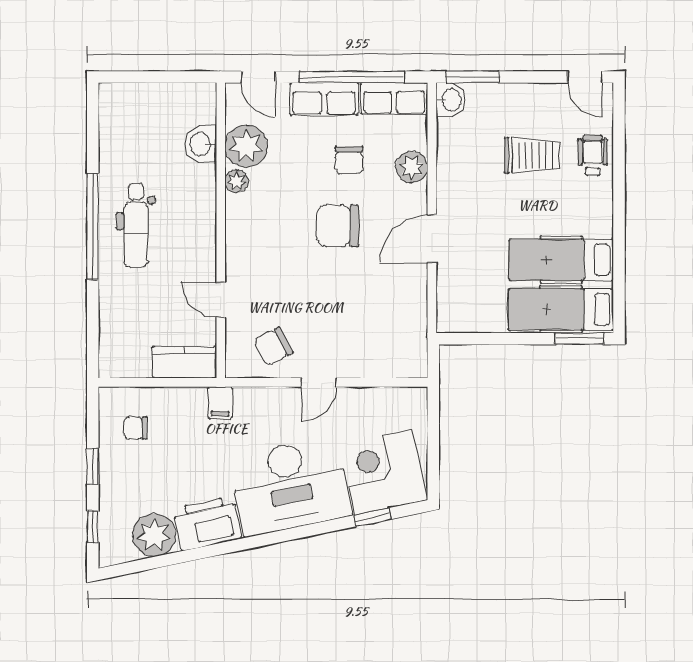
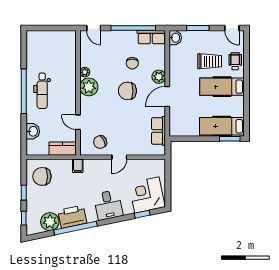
window: (472, 77) -> (198, 28), moved
row of seats: (324, 99) -> (159, 131), moved, turned 90
washbasin: (201, 144) -> (33, 131), moved, turned 180
plant: (246, 146) -> (89, 87), moved
plant: (412, 167) -> (159, 77), moved
hospital bed: (561, 260) -> (222, 87), moved
chair: (136, 428) -> (42, 176), width x1.87, depth x1.87
desk: (290, 486) -> (108, 205), width x0.53, depth x0.77
window: (215, 550) -> (75, 228), added

